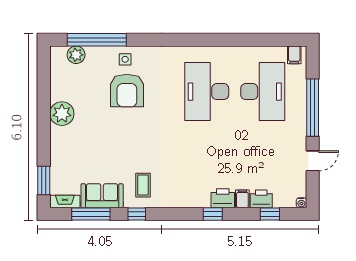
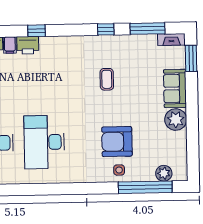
armchair: (127, 91) -> (117, 142), turned -90
desk: (207, 92) -> (44, 142), turned 180
coffee table: (143, 185) -> (107, 79), moved
sofa: (102, 196) -> (175, 88), moved, turned 90

